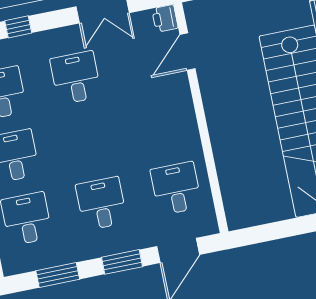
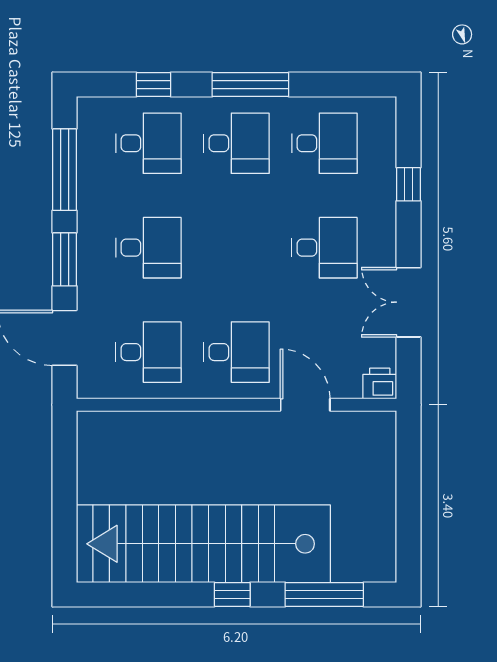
door: (188, 52) -> (305, 405), moved
desk: (163, 125) -> (236, 352), added
window: (58, 275) -> (65, 170), width x1.44

